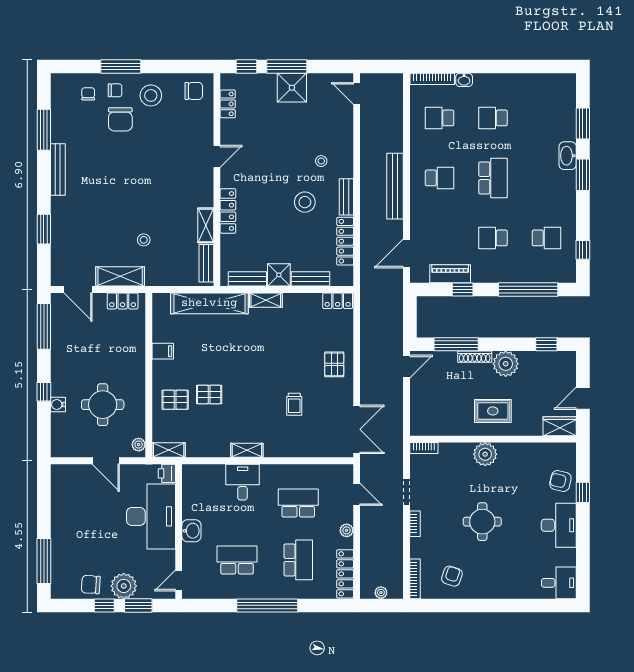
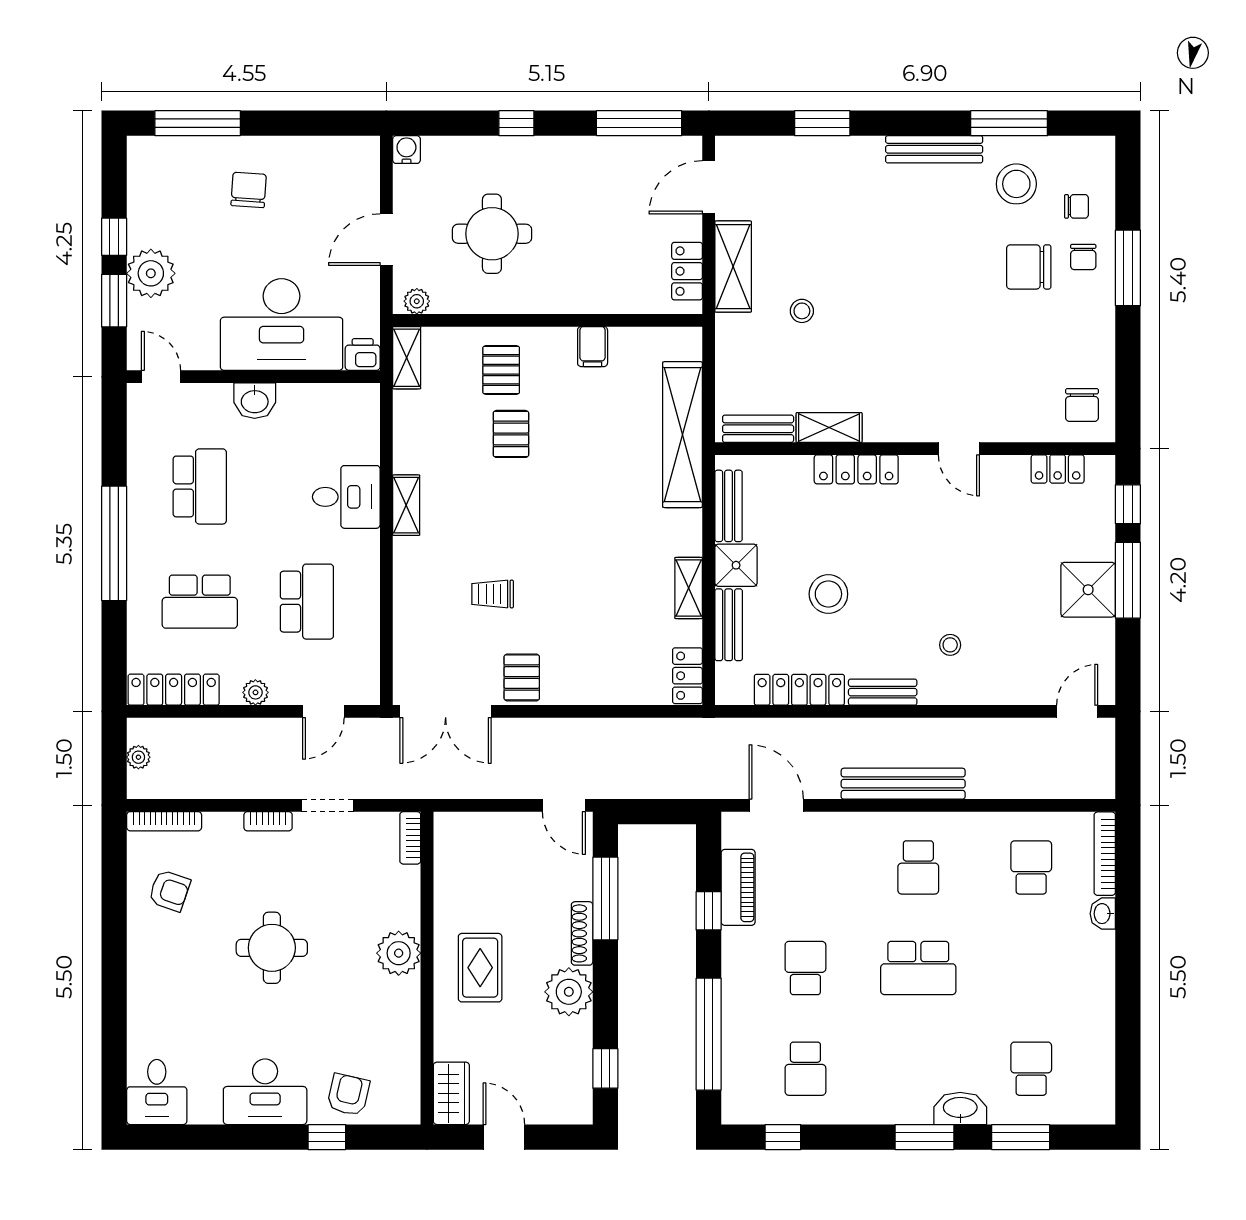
stool: (151, 95) -> (1016, 184), moved
school desk: (493, 118) -> (1031, 1069), moved
stool: (305, 202) -> (828, 594), moved
shelving: (266, 300) -> (689, 588), moved
pallet: (334, 364) -> (522, 677), moved, turned 90
water cooler: (58, 404) -> (406, 150), moved
chair: (91, 585) -> (249, 190), moved

